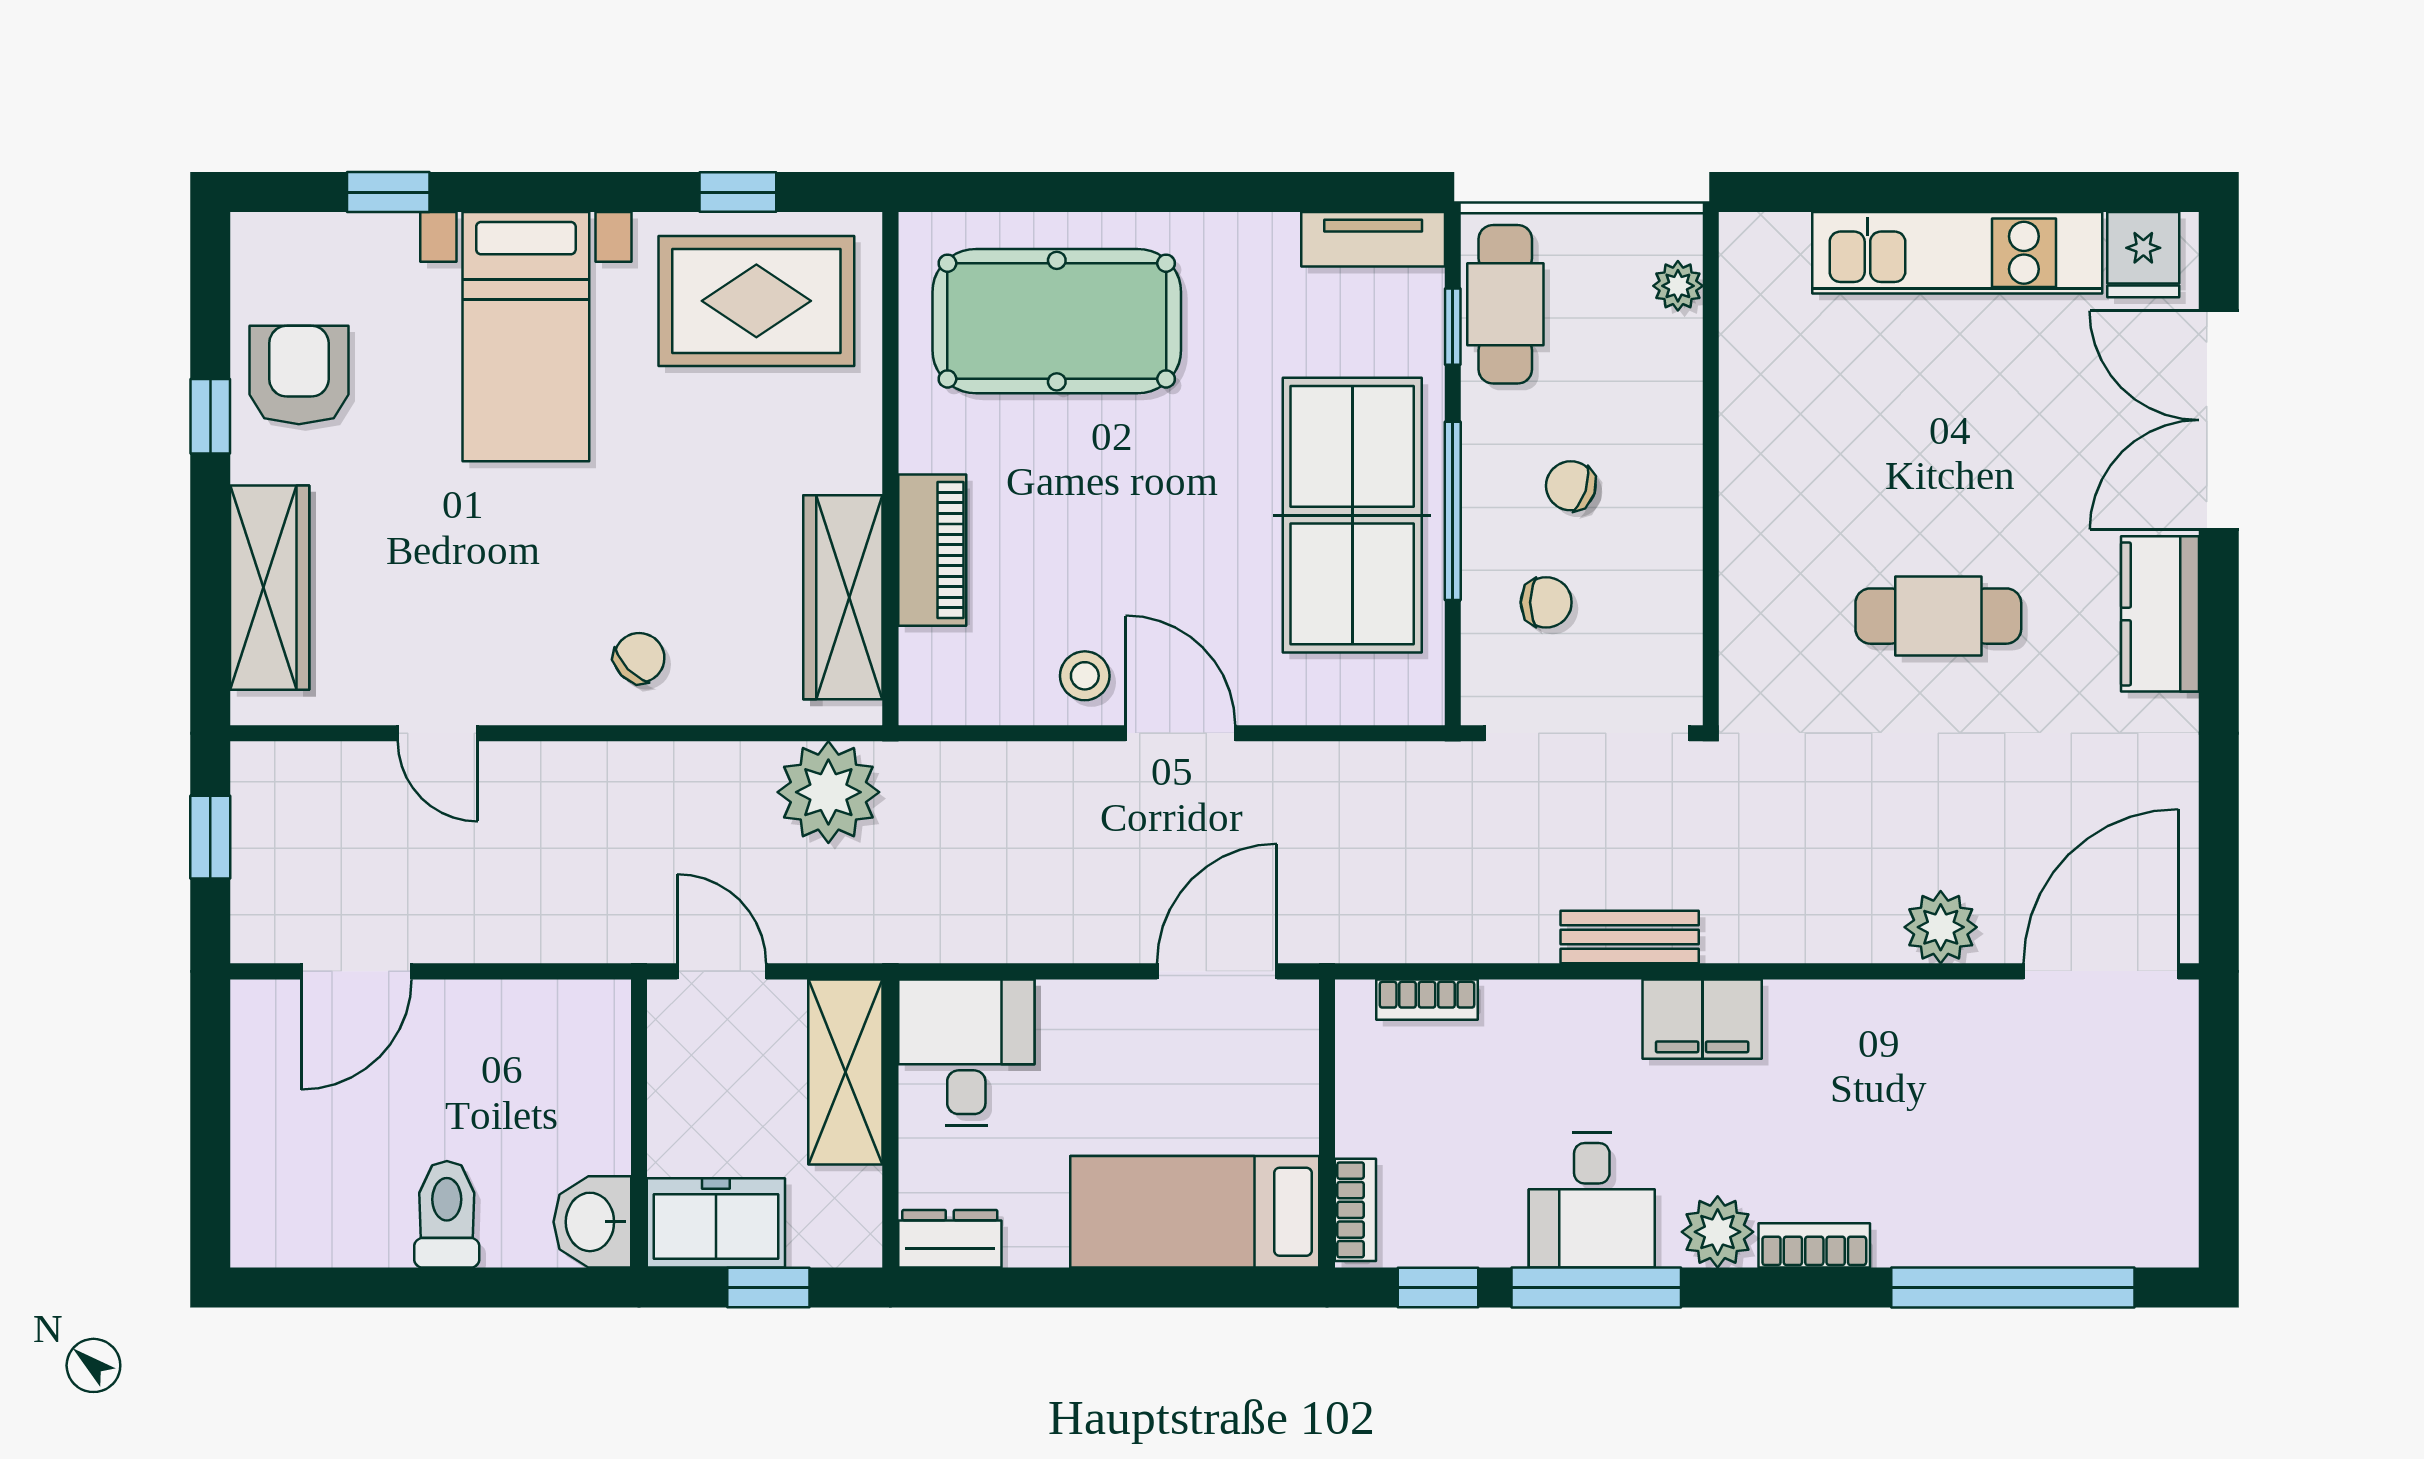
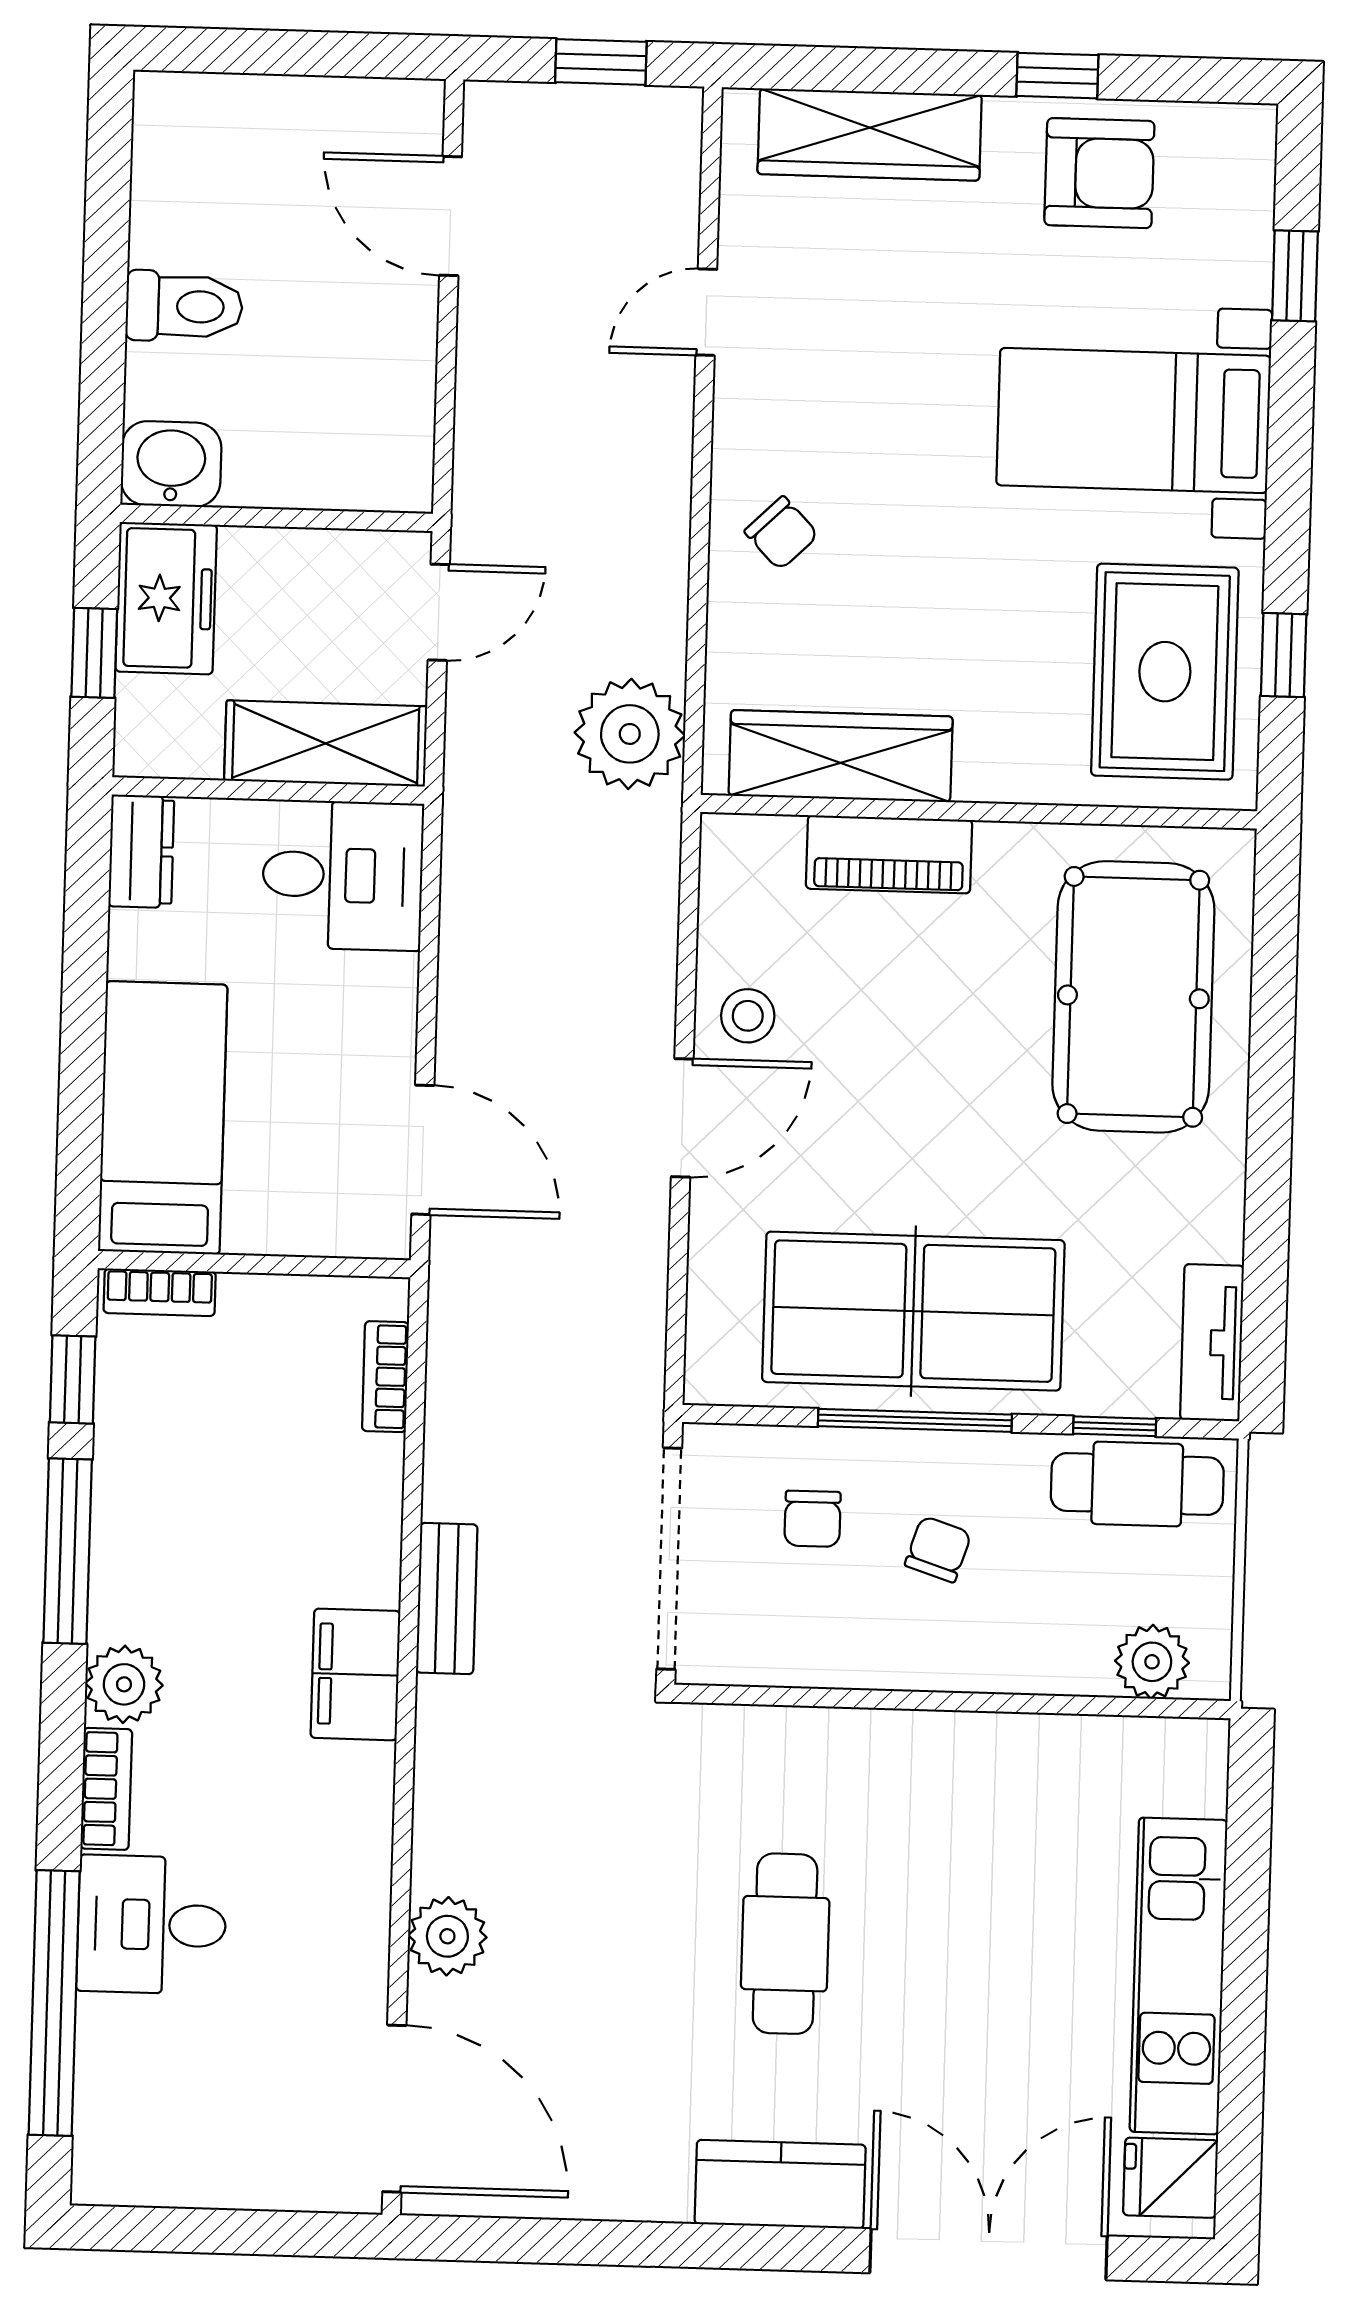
plant: (1678, 286) -> (1152, 1662), width x1.38, depth x1.38
desk: (1592, 1200) -> (152, 1925), moved

